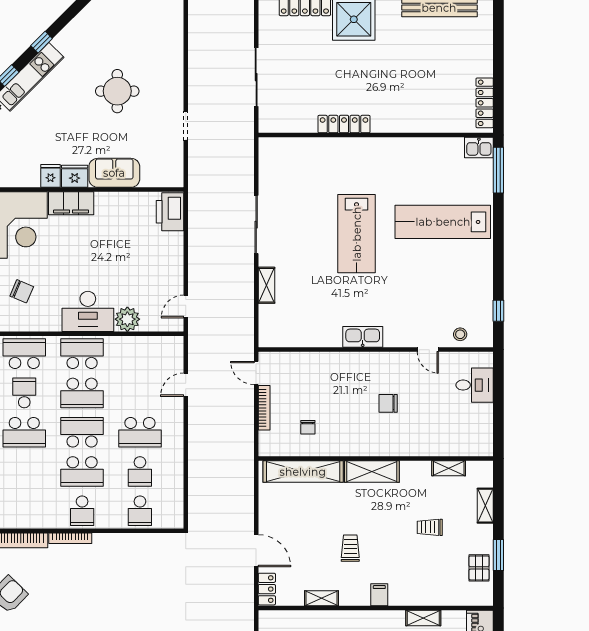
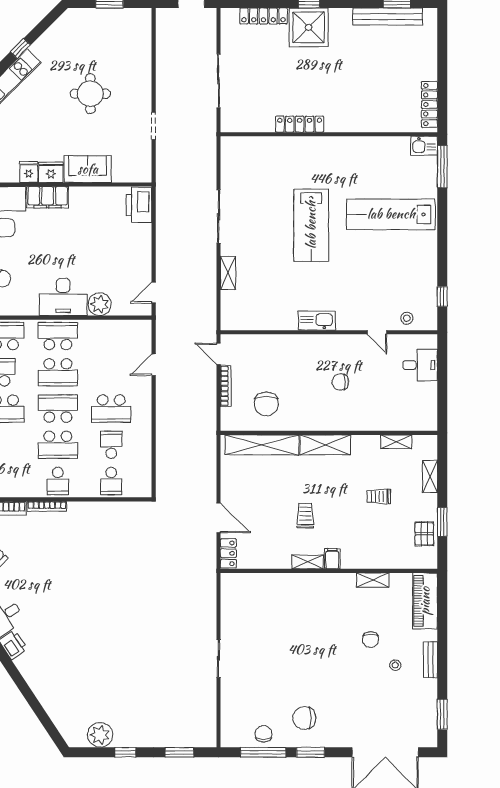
chair: (308, 427) -> (266, 404), width x1.87, depth x1.87
school desk: (140, 471) -> (111, 445), turned 180
shelving: (321, 598) -> (308, 562), moved

